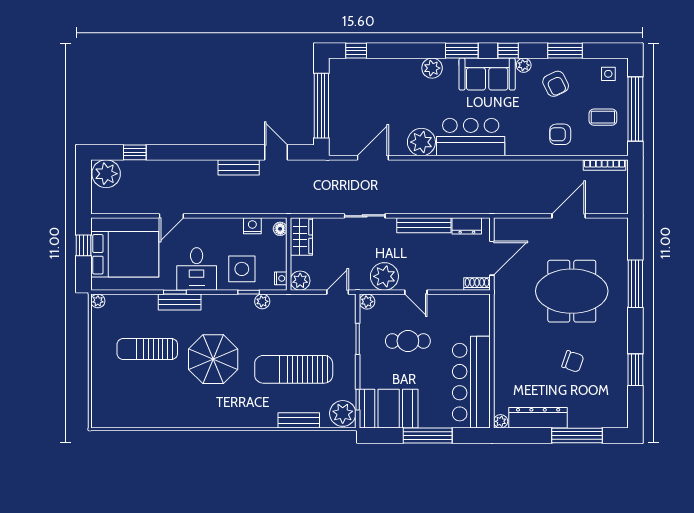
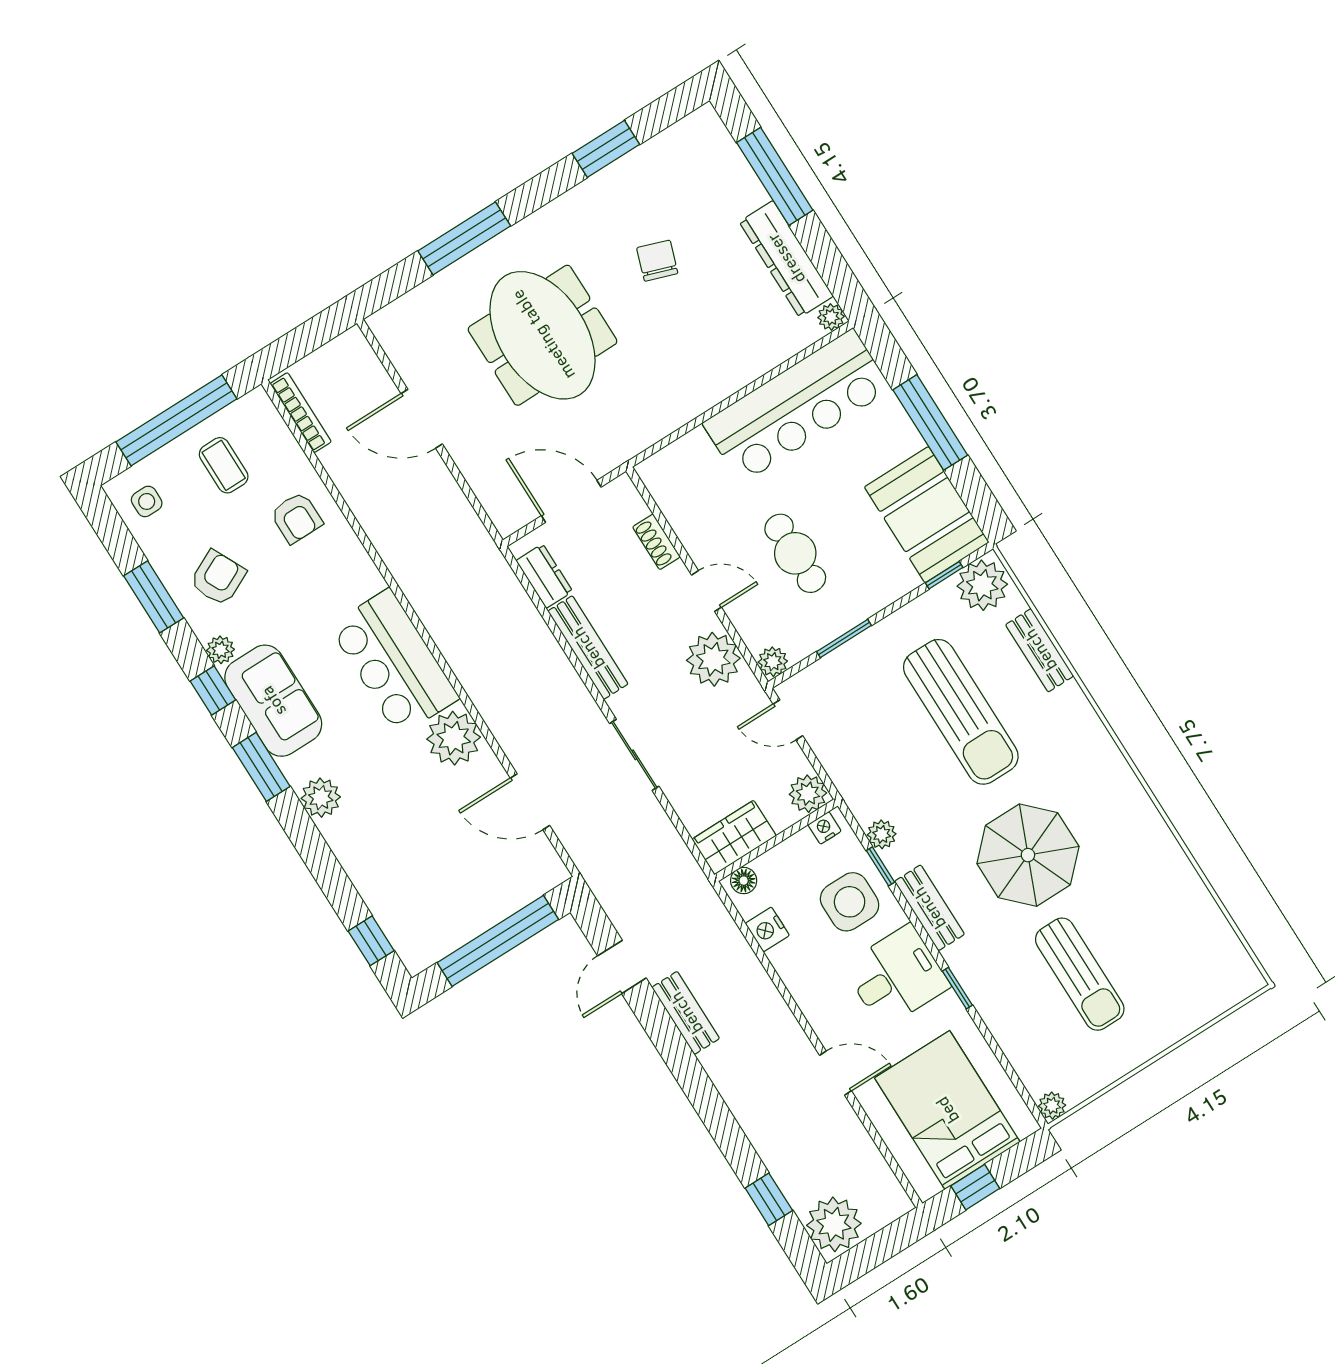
shoe rack: (477, 284) -> (656, 542), moved
door: (416, 292) -> (706, 591), hinge flipped
bench: (180, 302) -> (929, 908), moved

